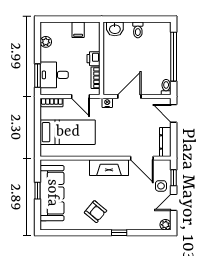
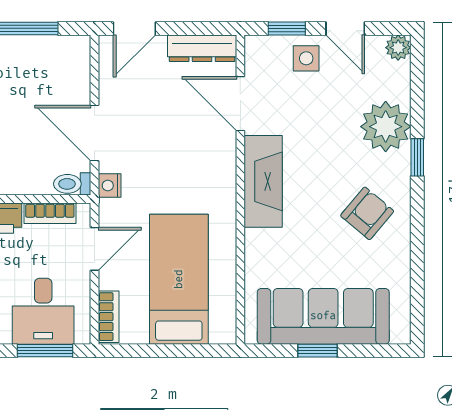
toilet: (166, 87) -> (72, 184), moved
door: (142, 158) -> (240, 104), swing flipped
plant: (132, 219) -> (386, 127), added

